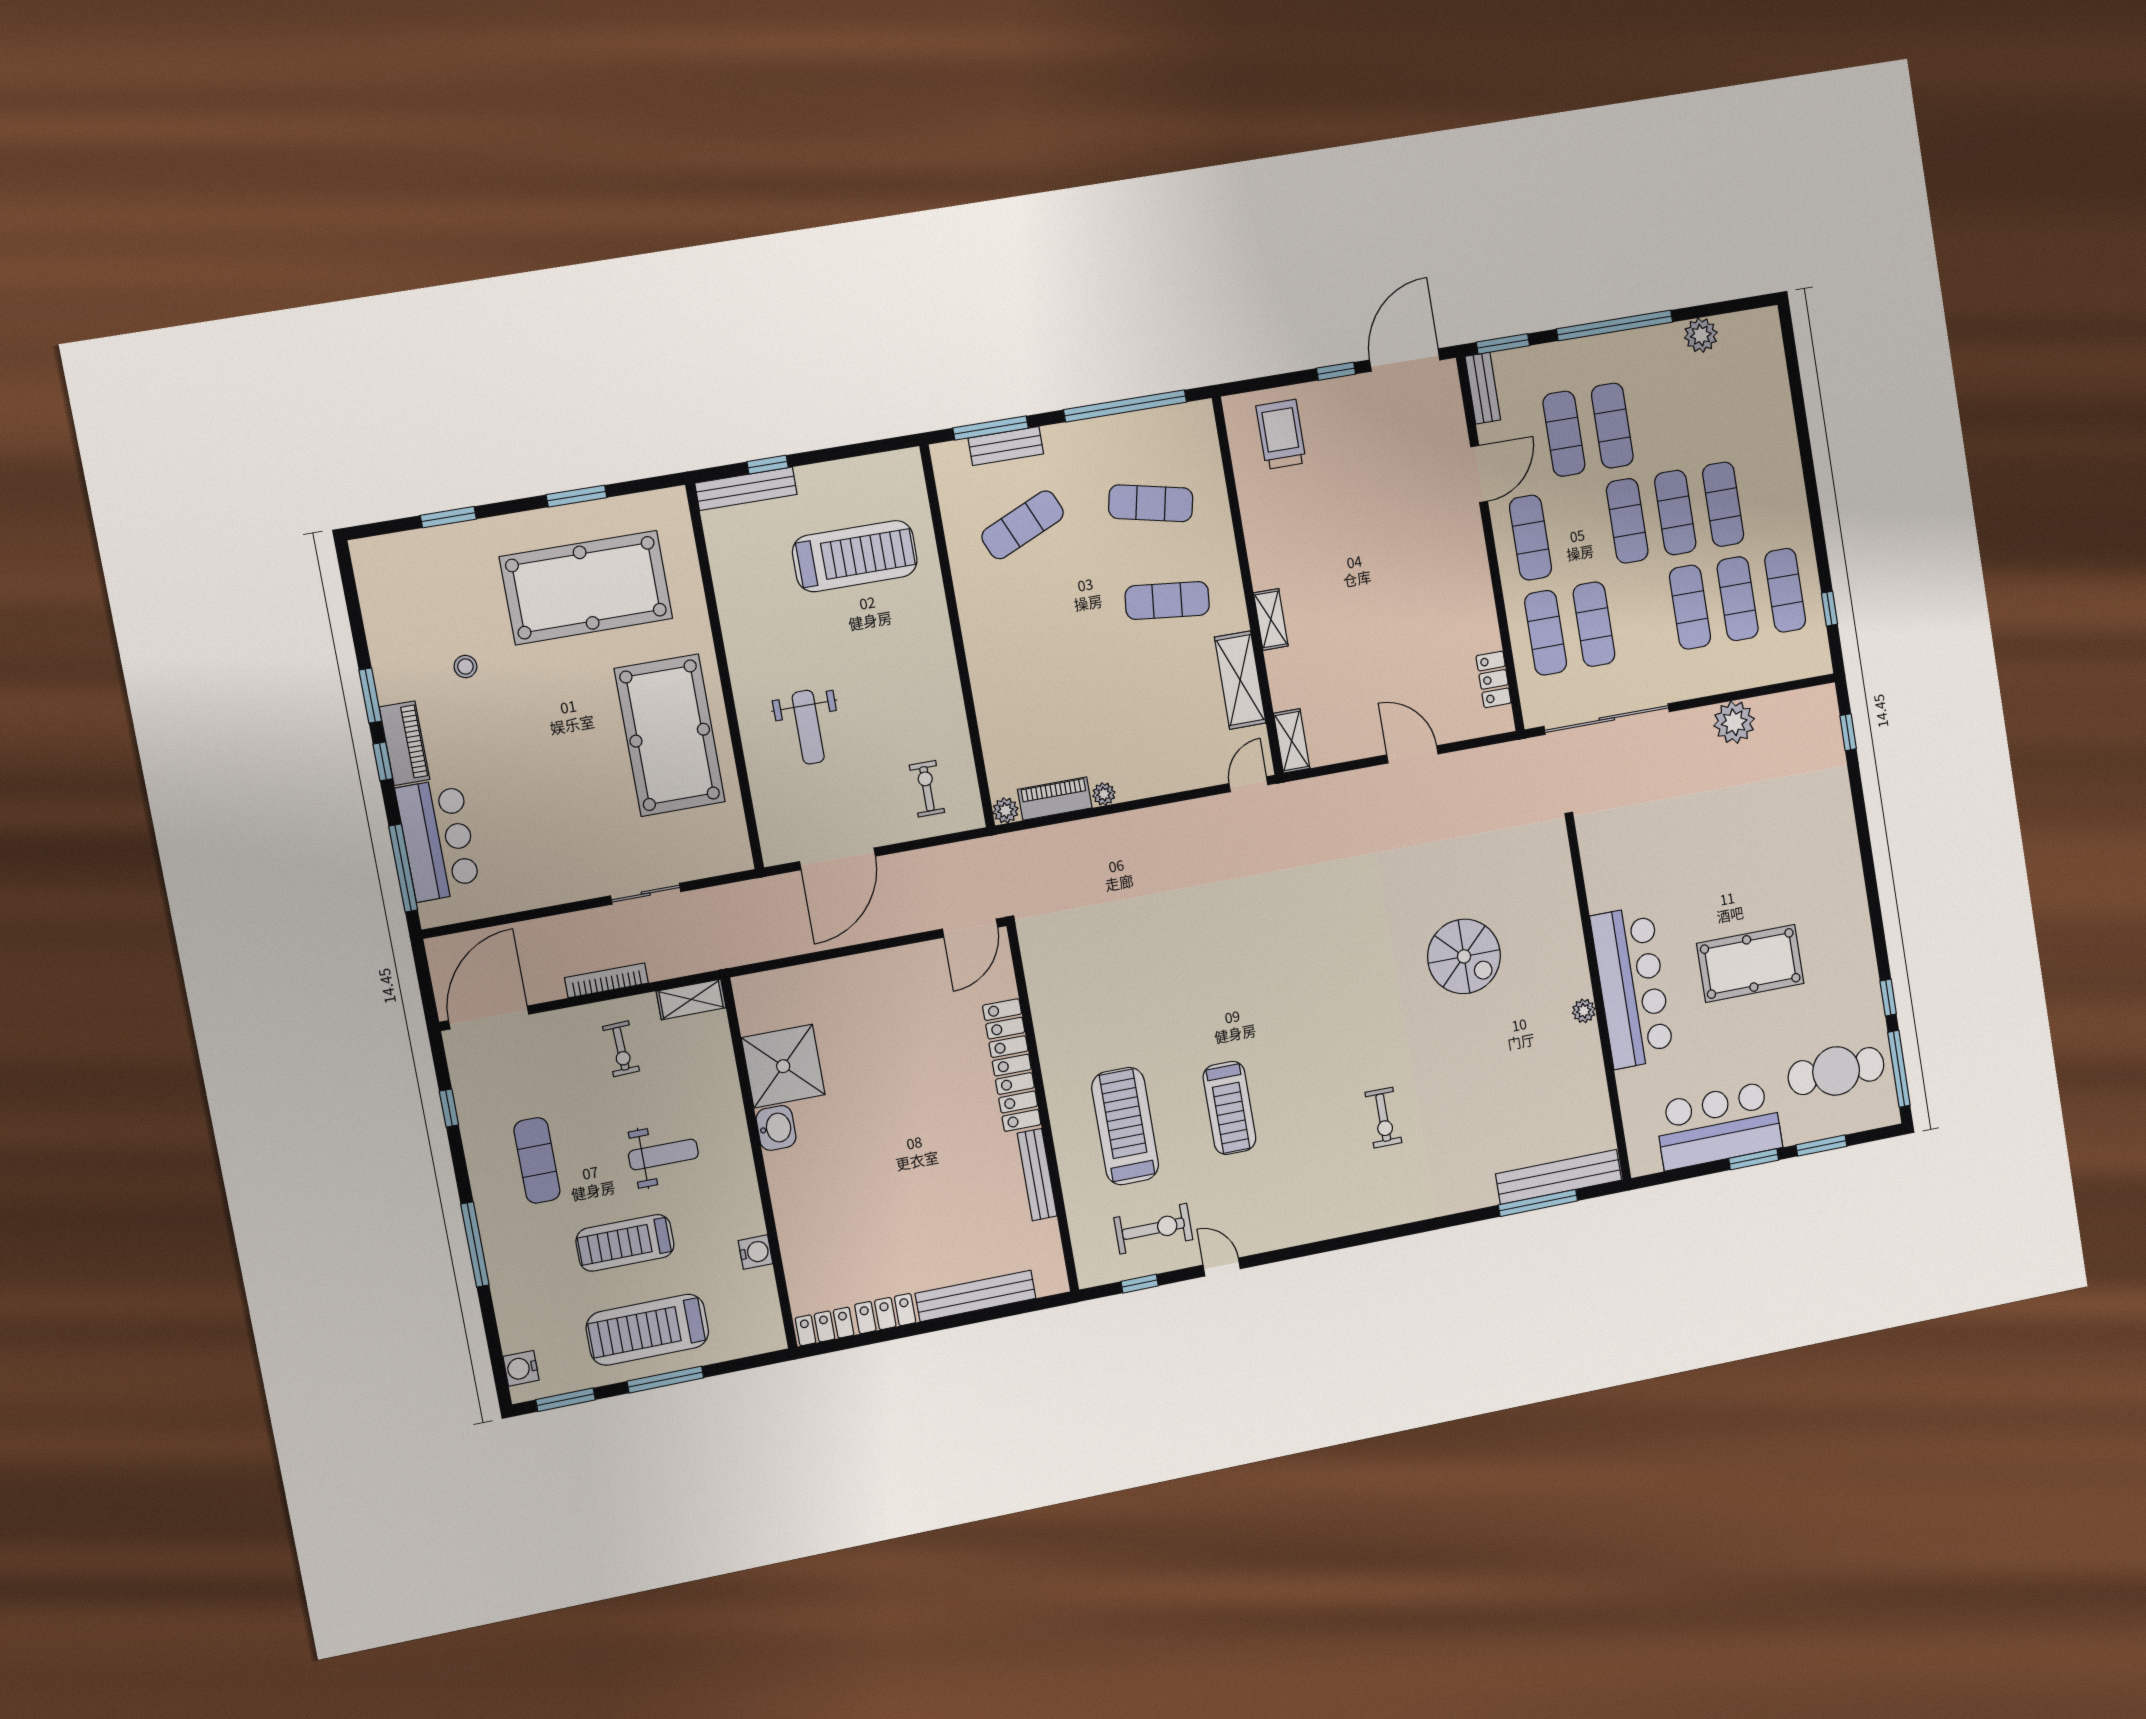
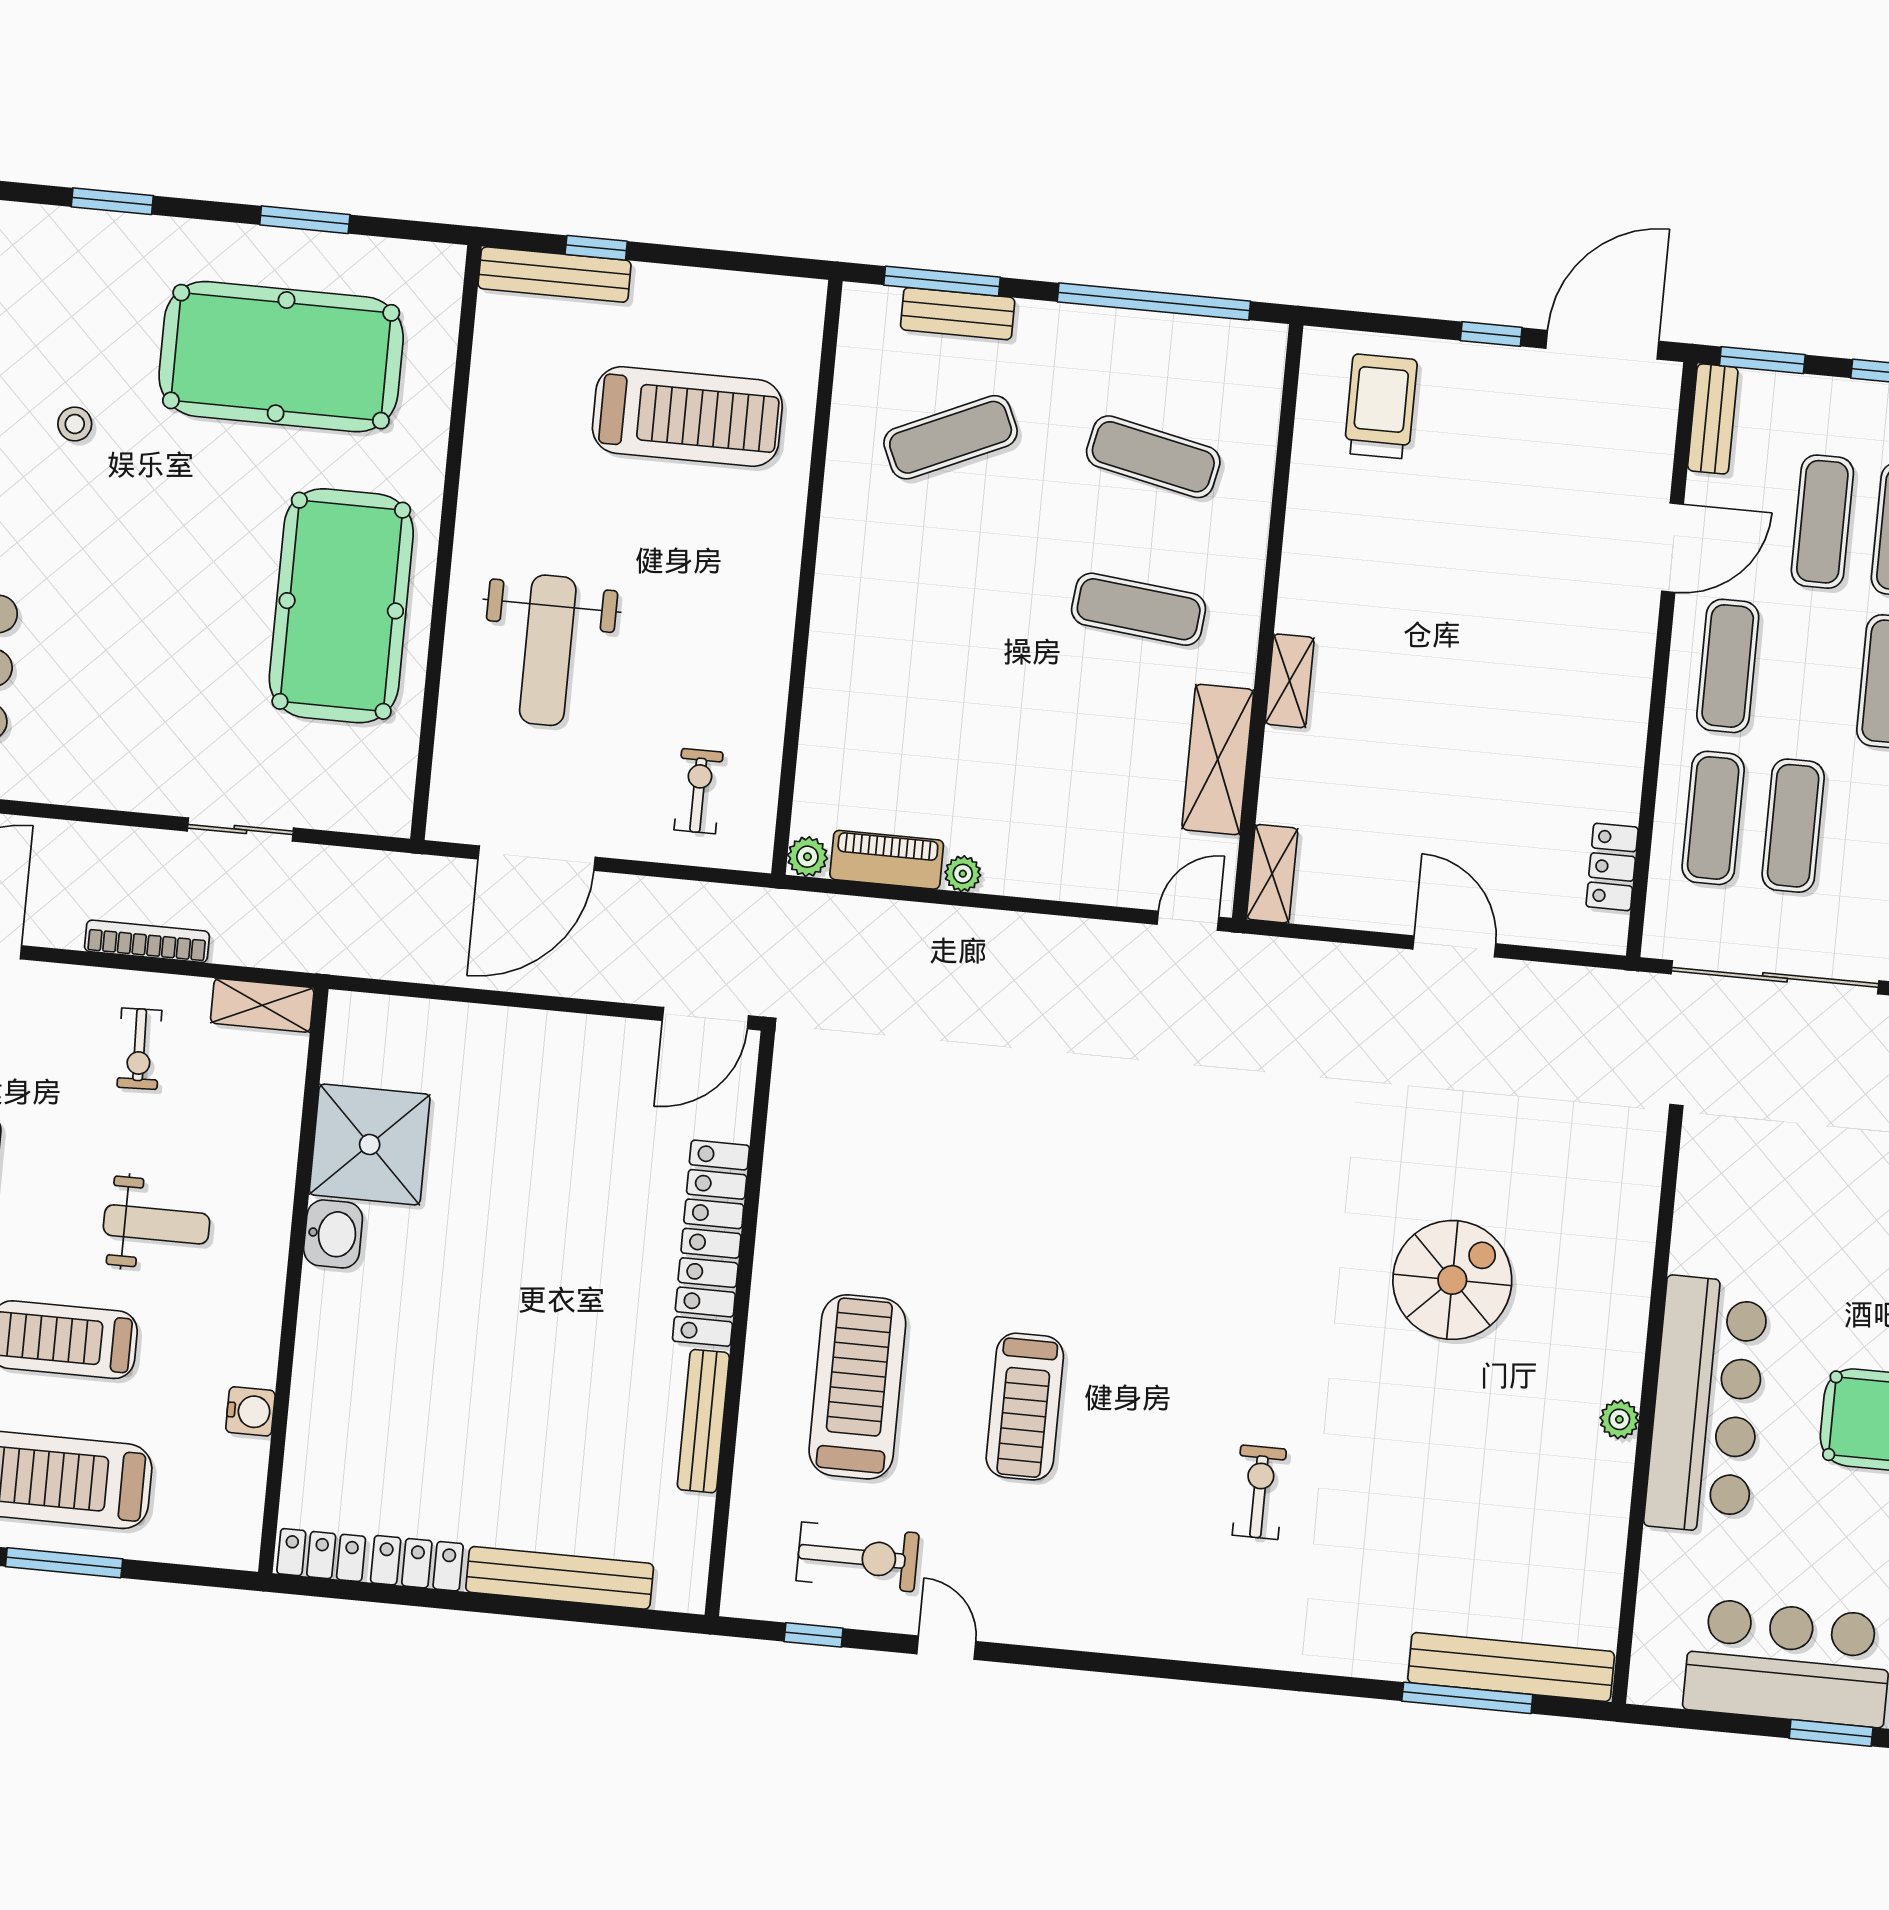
weight bench: (808, 727) -> (548, 650), width x1.36, depth x1.33
spiral stairs: (1464, 956) -> (1452, 1280), turned -90
exercise bike: (1383, 1118) -> (1259, 1492), turned 180

